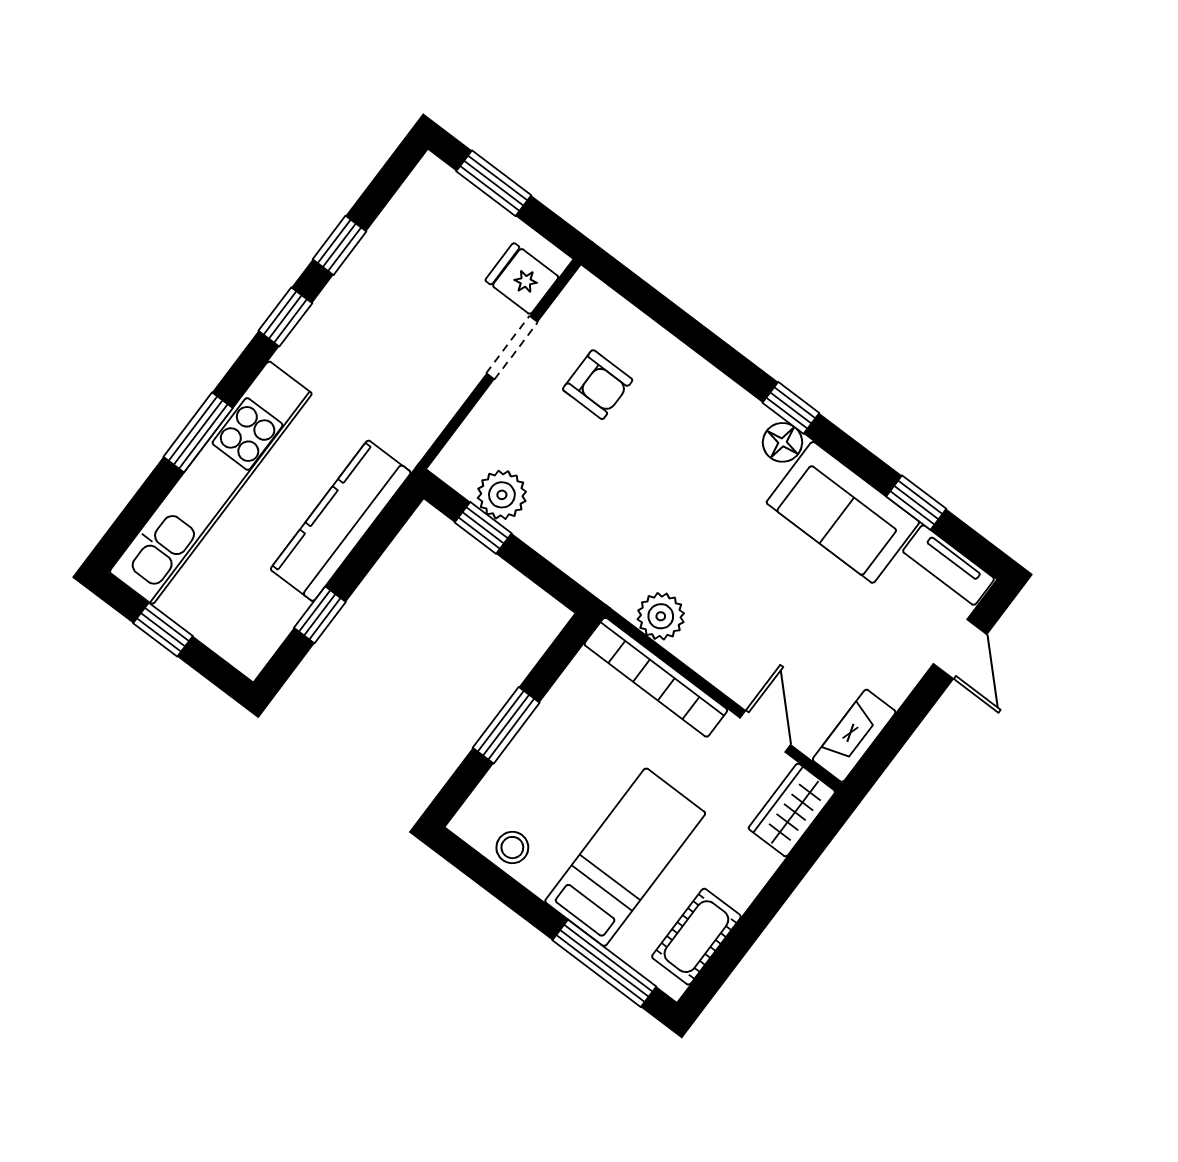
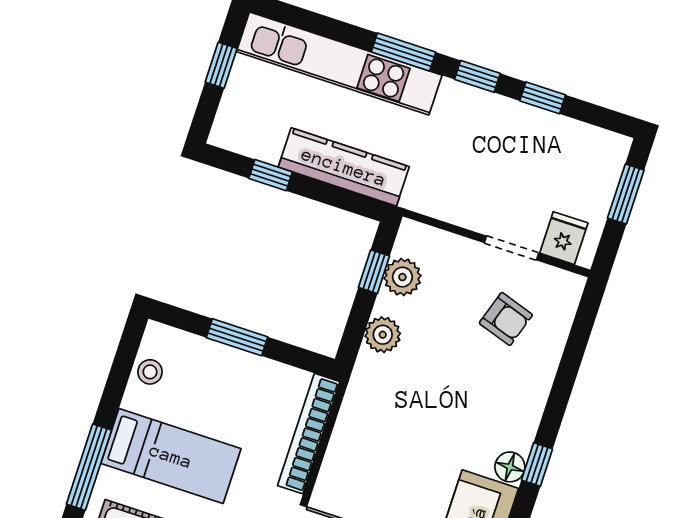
armchair: (598, 385) -> (506, 319), turned -72
window: (198, 432) -> (403, 52), moved
plant: (661, 616) -> (383, 335), moved

